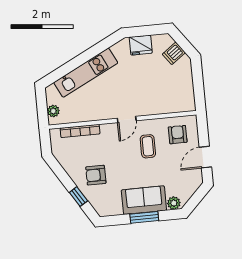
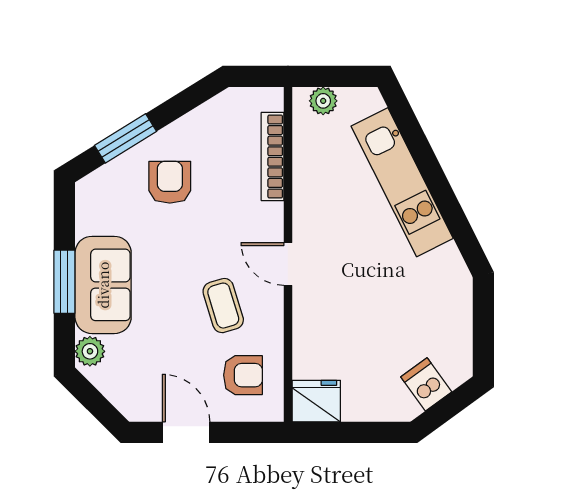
fridge: (141, 45) -> (316, 401), moved, turned 90
coffee table: (148, 146) -> (223, 306), turned 73
window: (78, 197) -> (125, 138), width x1.50

